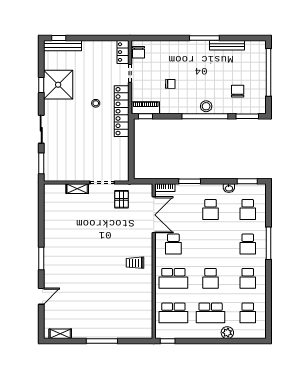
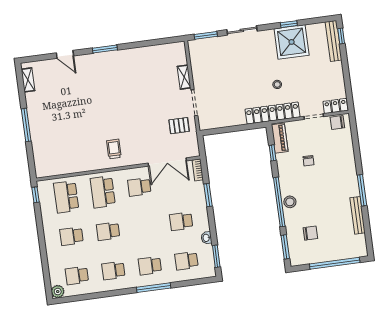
window: (146, 116) -> (273, 153), moved
school desk: (211, 313) -> (72, 236), width x0.54
plant: (227, 333) -> (58, 292), moved

